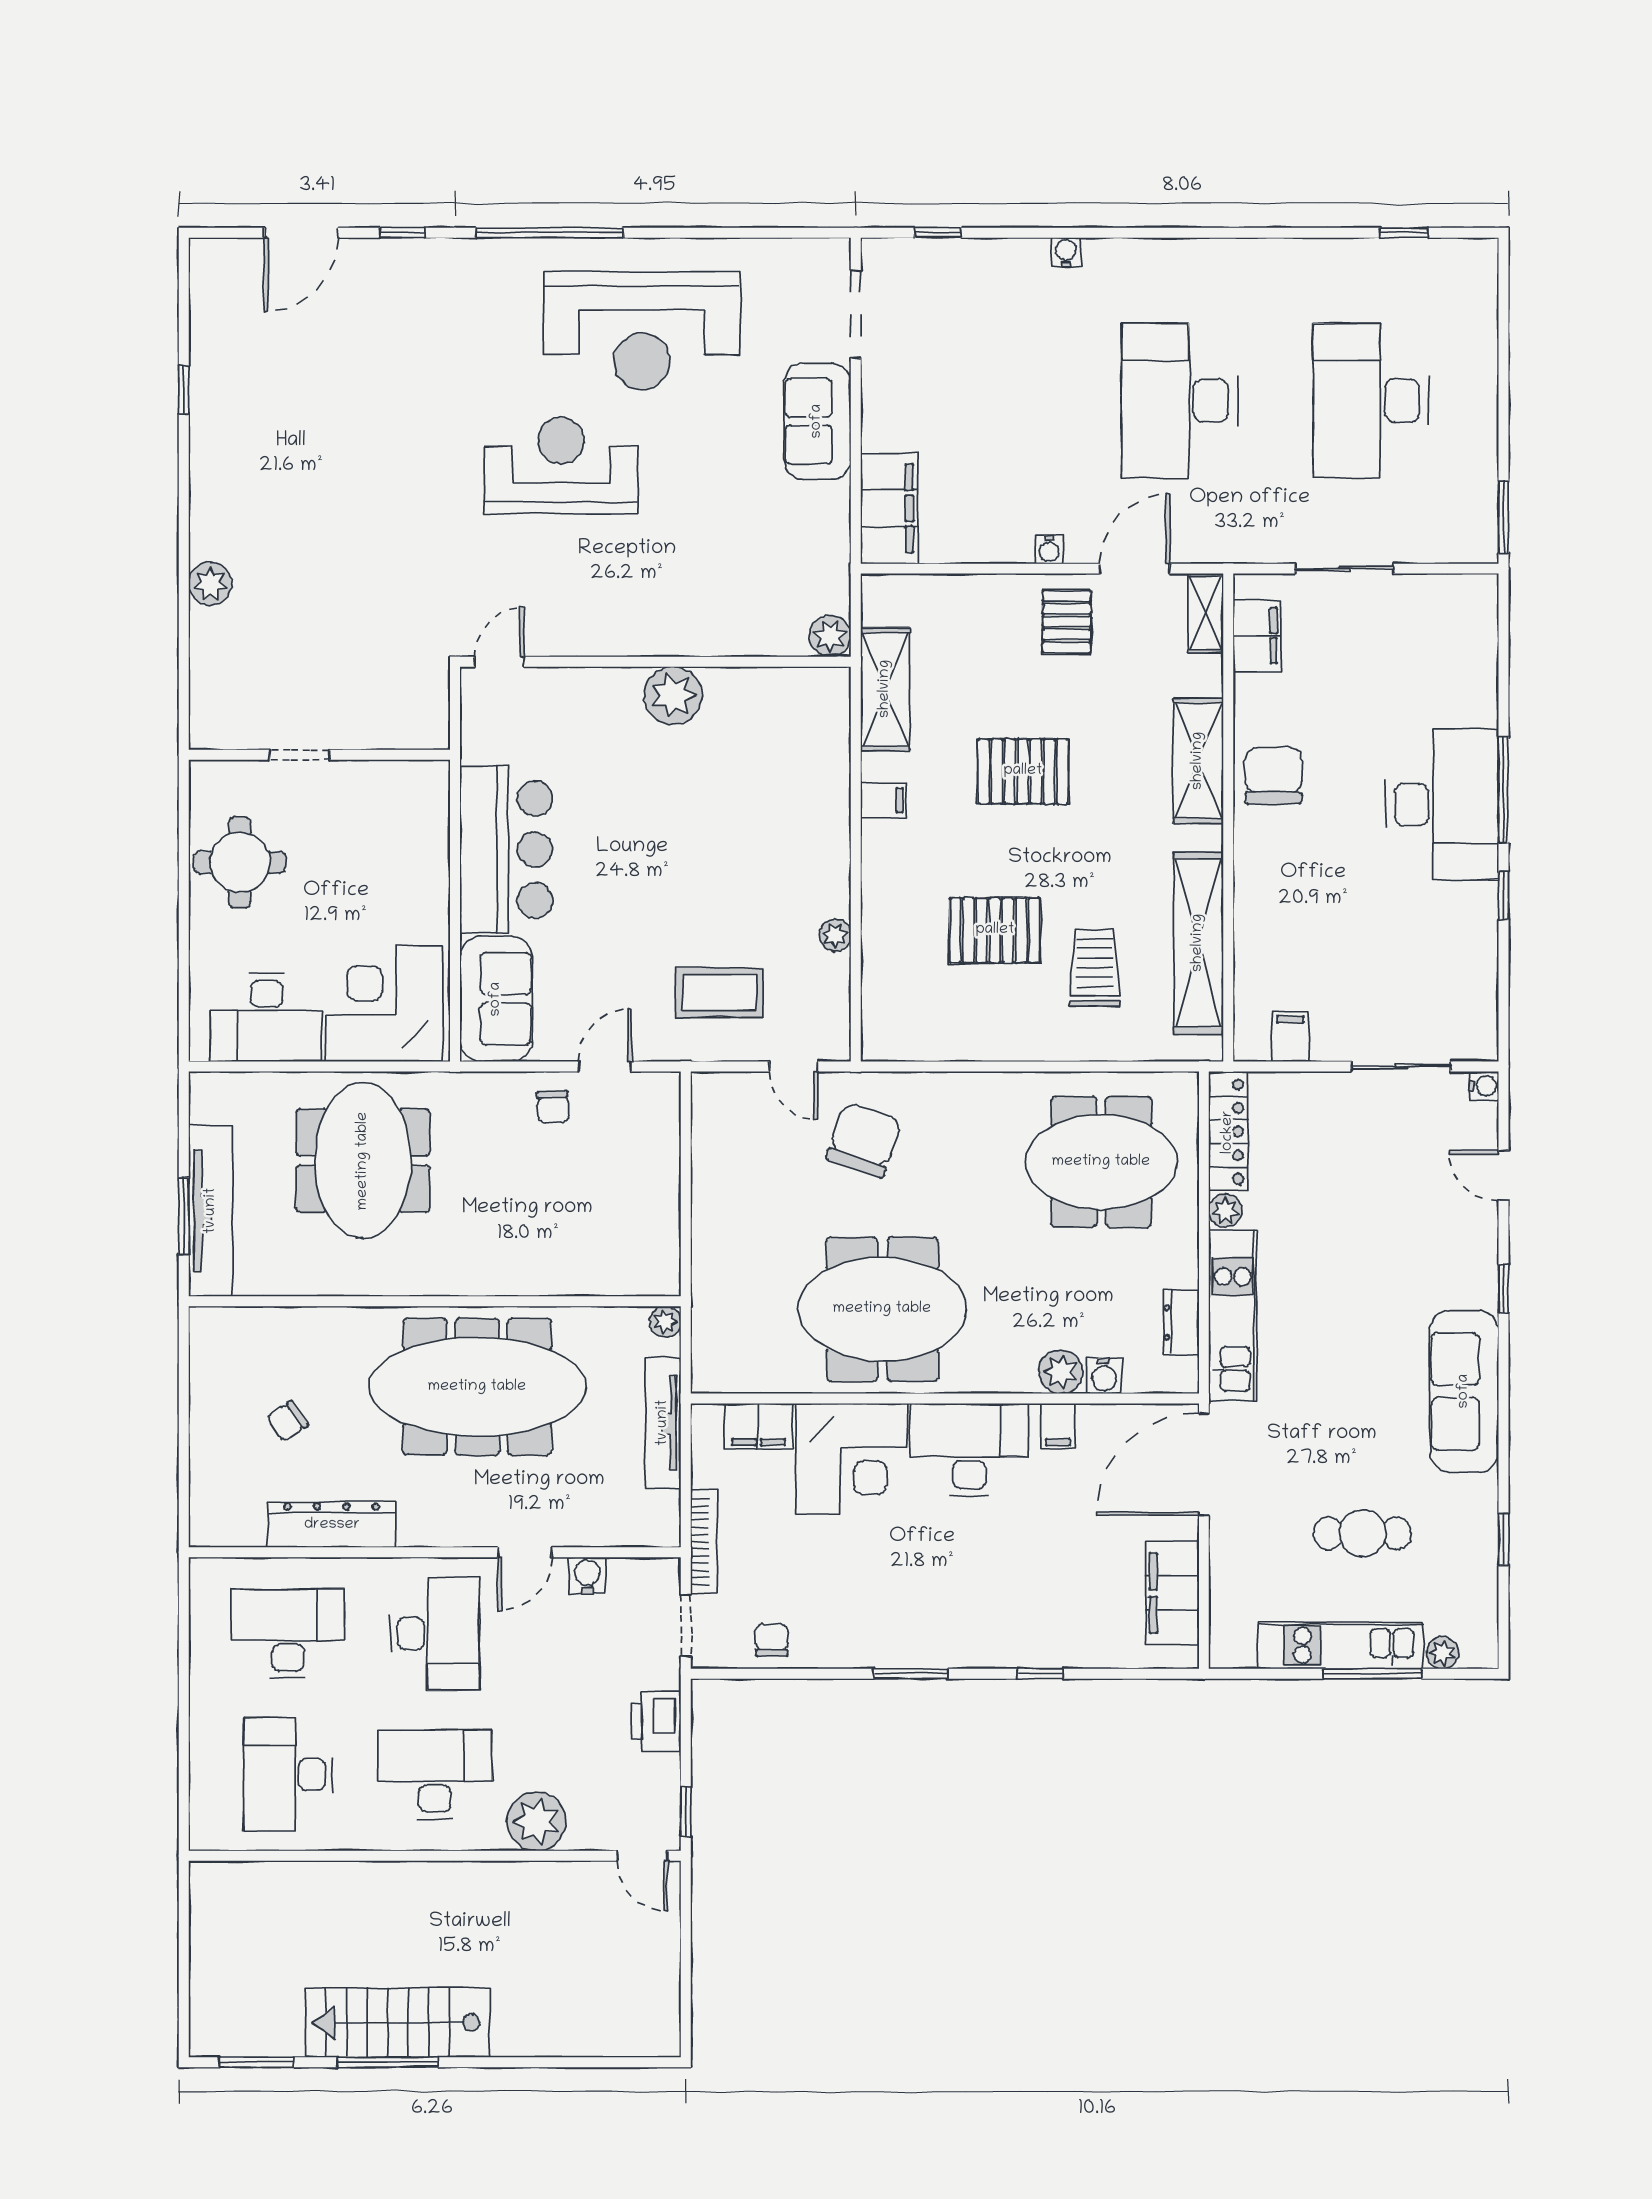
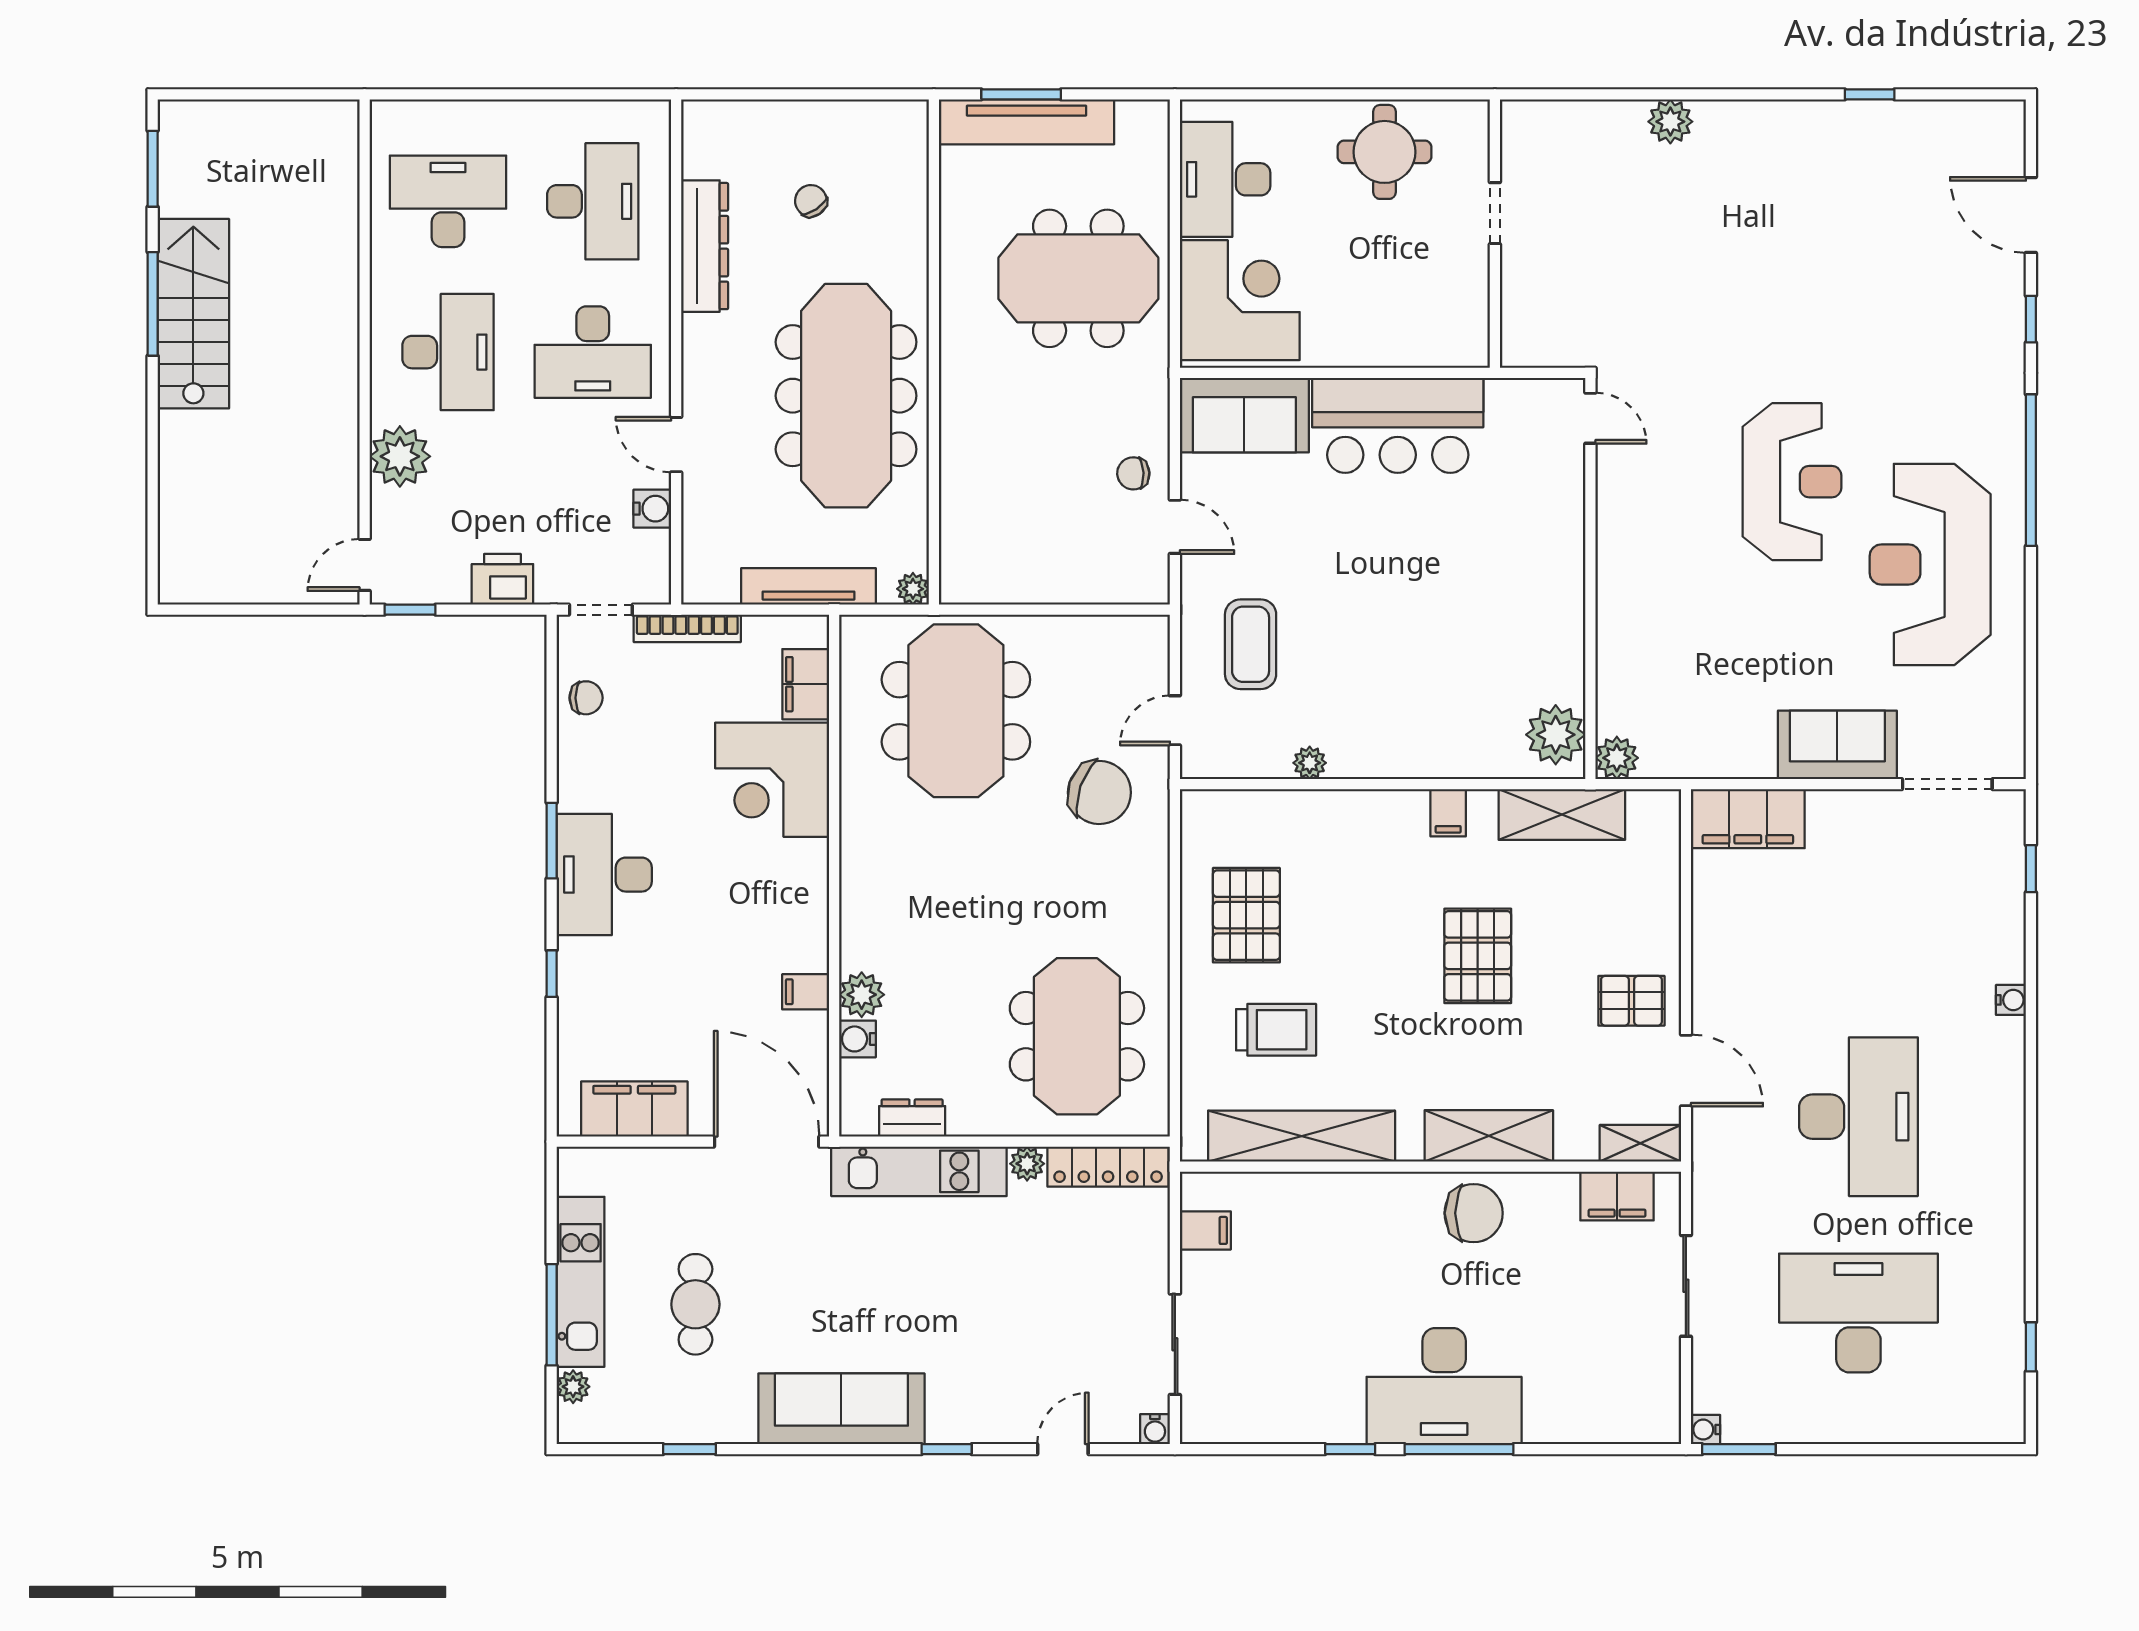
desk: (1180, 401) -> (1858, 1117), turned 90
water cooler: (1049, 550) -> (1706, 1430), moved
plant: (673, 696) -> (1556, 735), moved
pallet: (995, 930) -> (1246, 915), moved
meeting table: (882, 1309) -> (956, 711), moved
desk: (969, 1450) -> (604, 875), moved, turned 180

